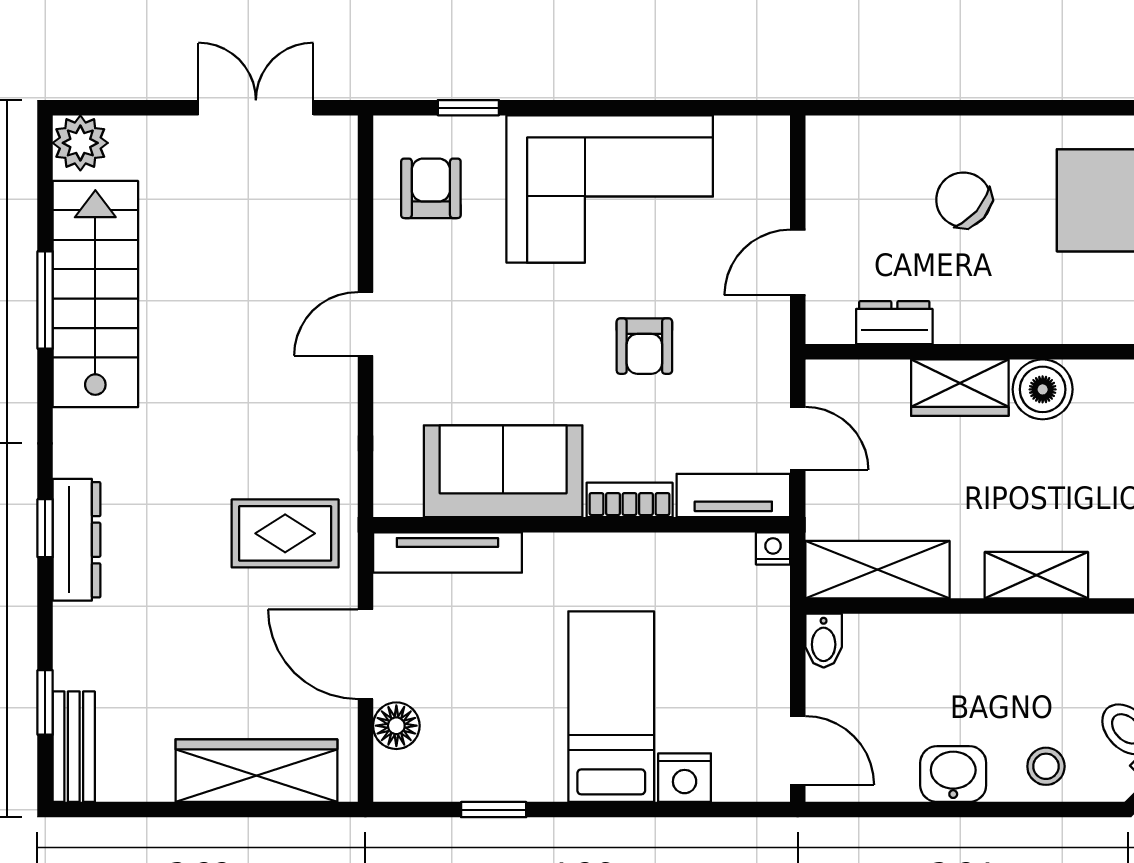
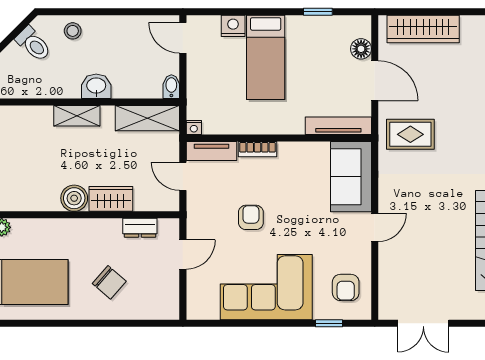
sofa: (503, 471) -> (351, 177), moved, turned 90
washbasin: (953, 774) -> (96, 86), moved, turned 180

